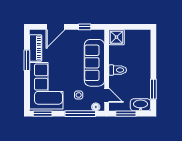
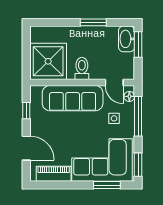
shower: (116, 37) -> (48, 61), width x1.86, depth x1.86
window: (27, 60) -> (107, 185), moved
window: (153, 89) -> (93, 22), moved
door: (107, 95) -> (114, 82), swing flipped
window: (126, 114) -> (138, 45), moved

